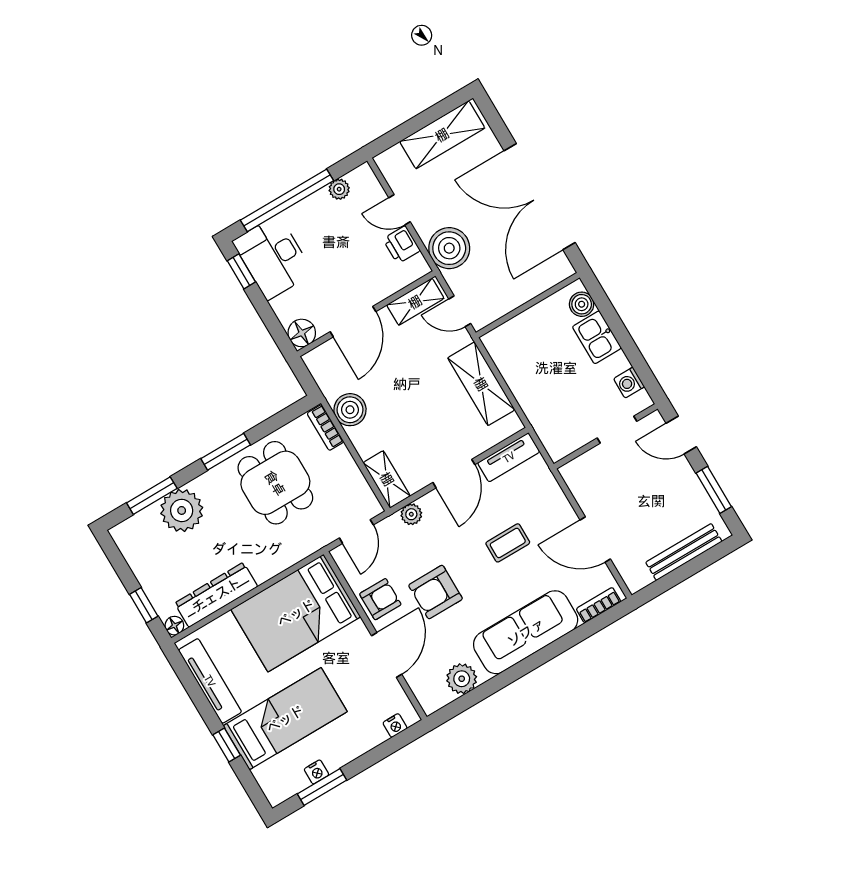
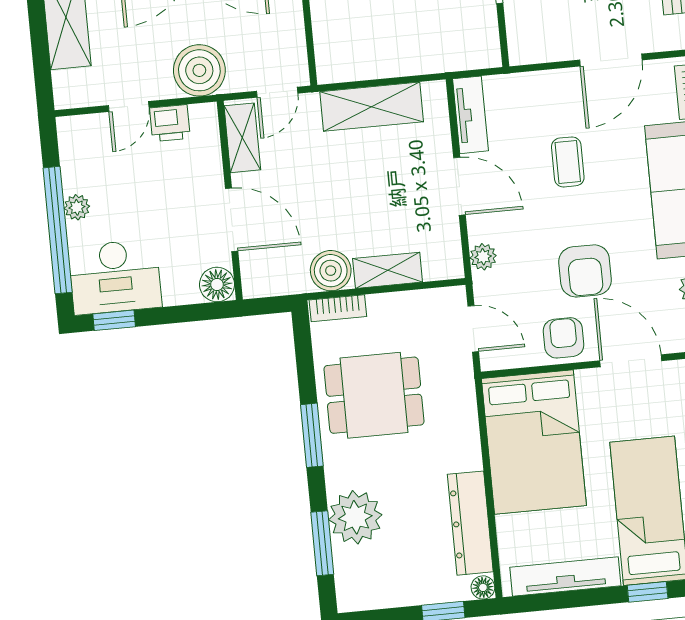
plant: (339, 189) -> (77, 207), moved
shelving: (387, 479) -> (388, 270), moved

